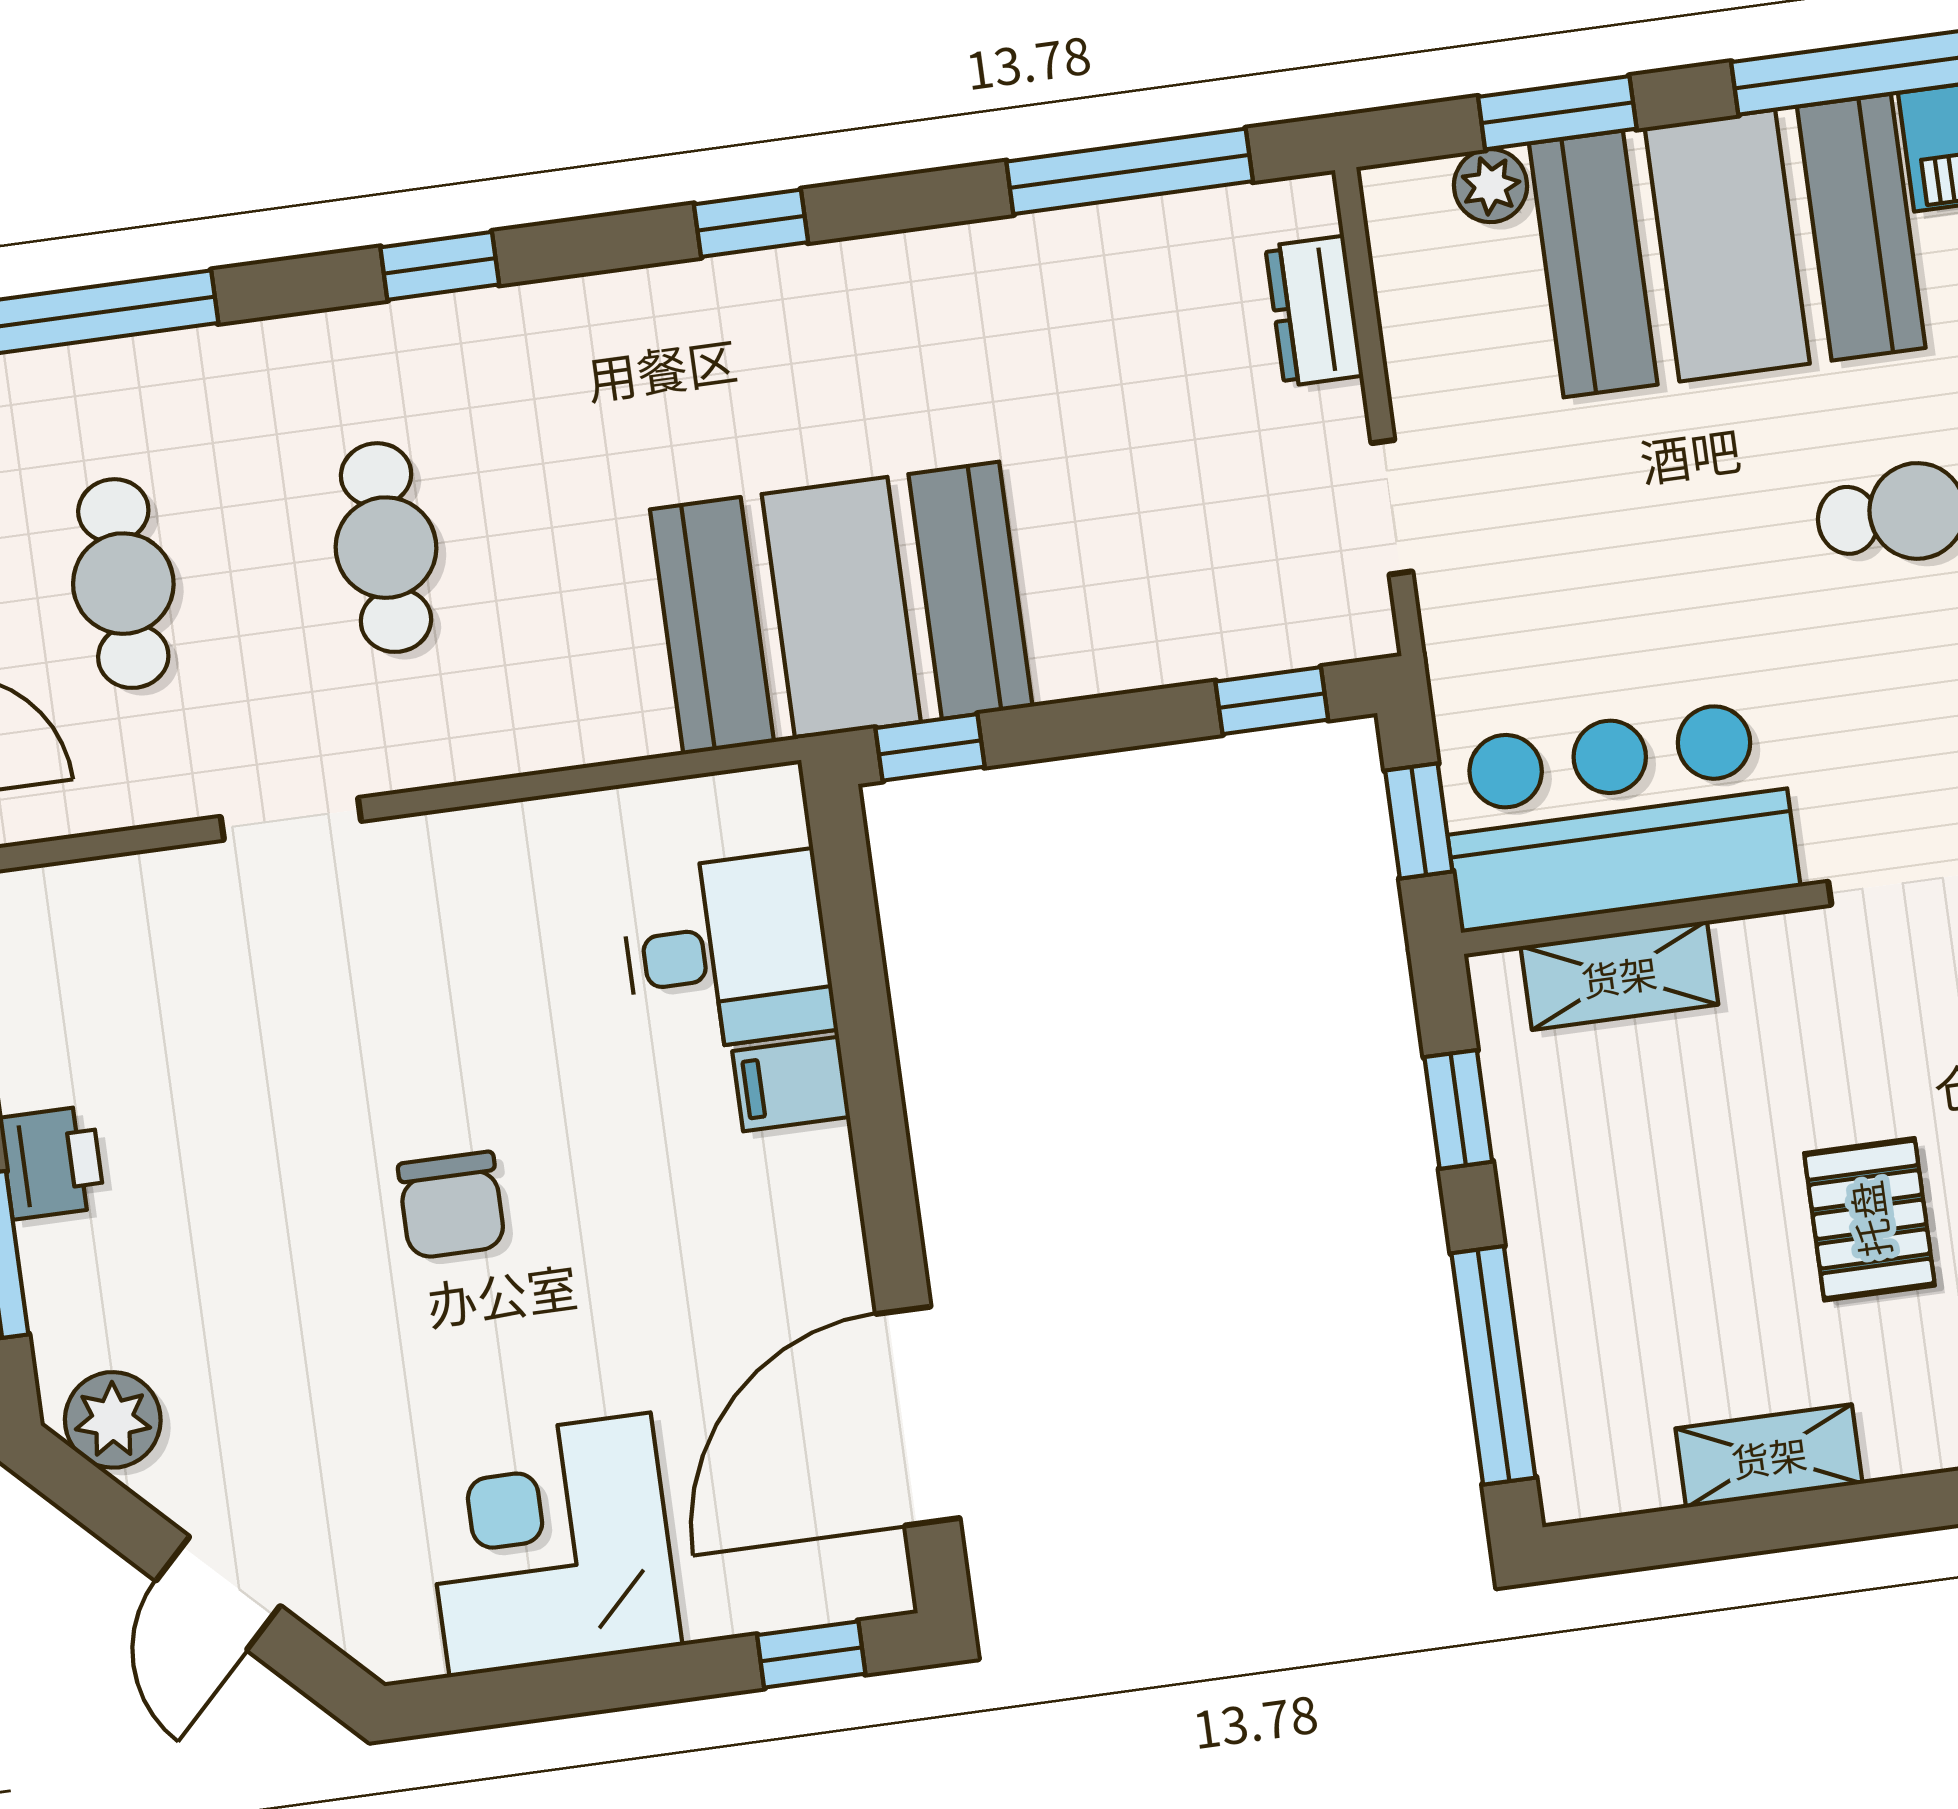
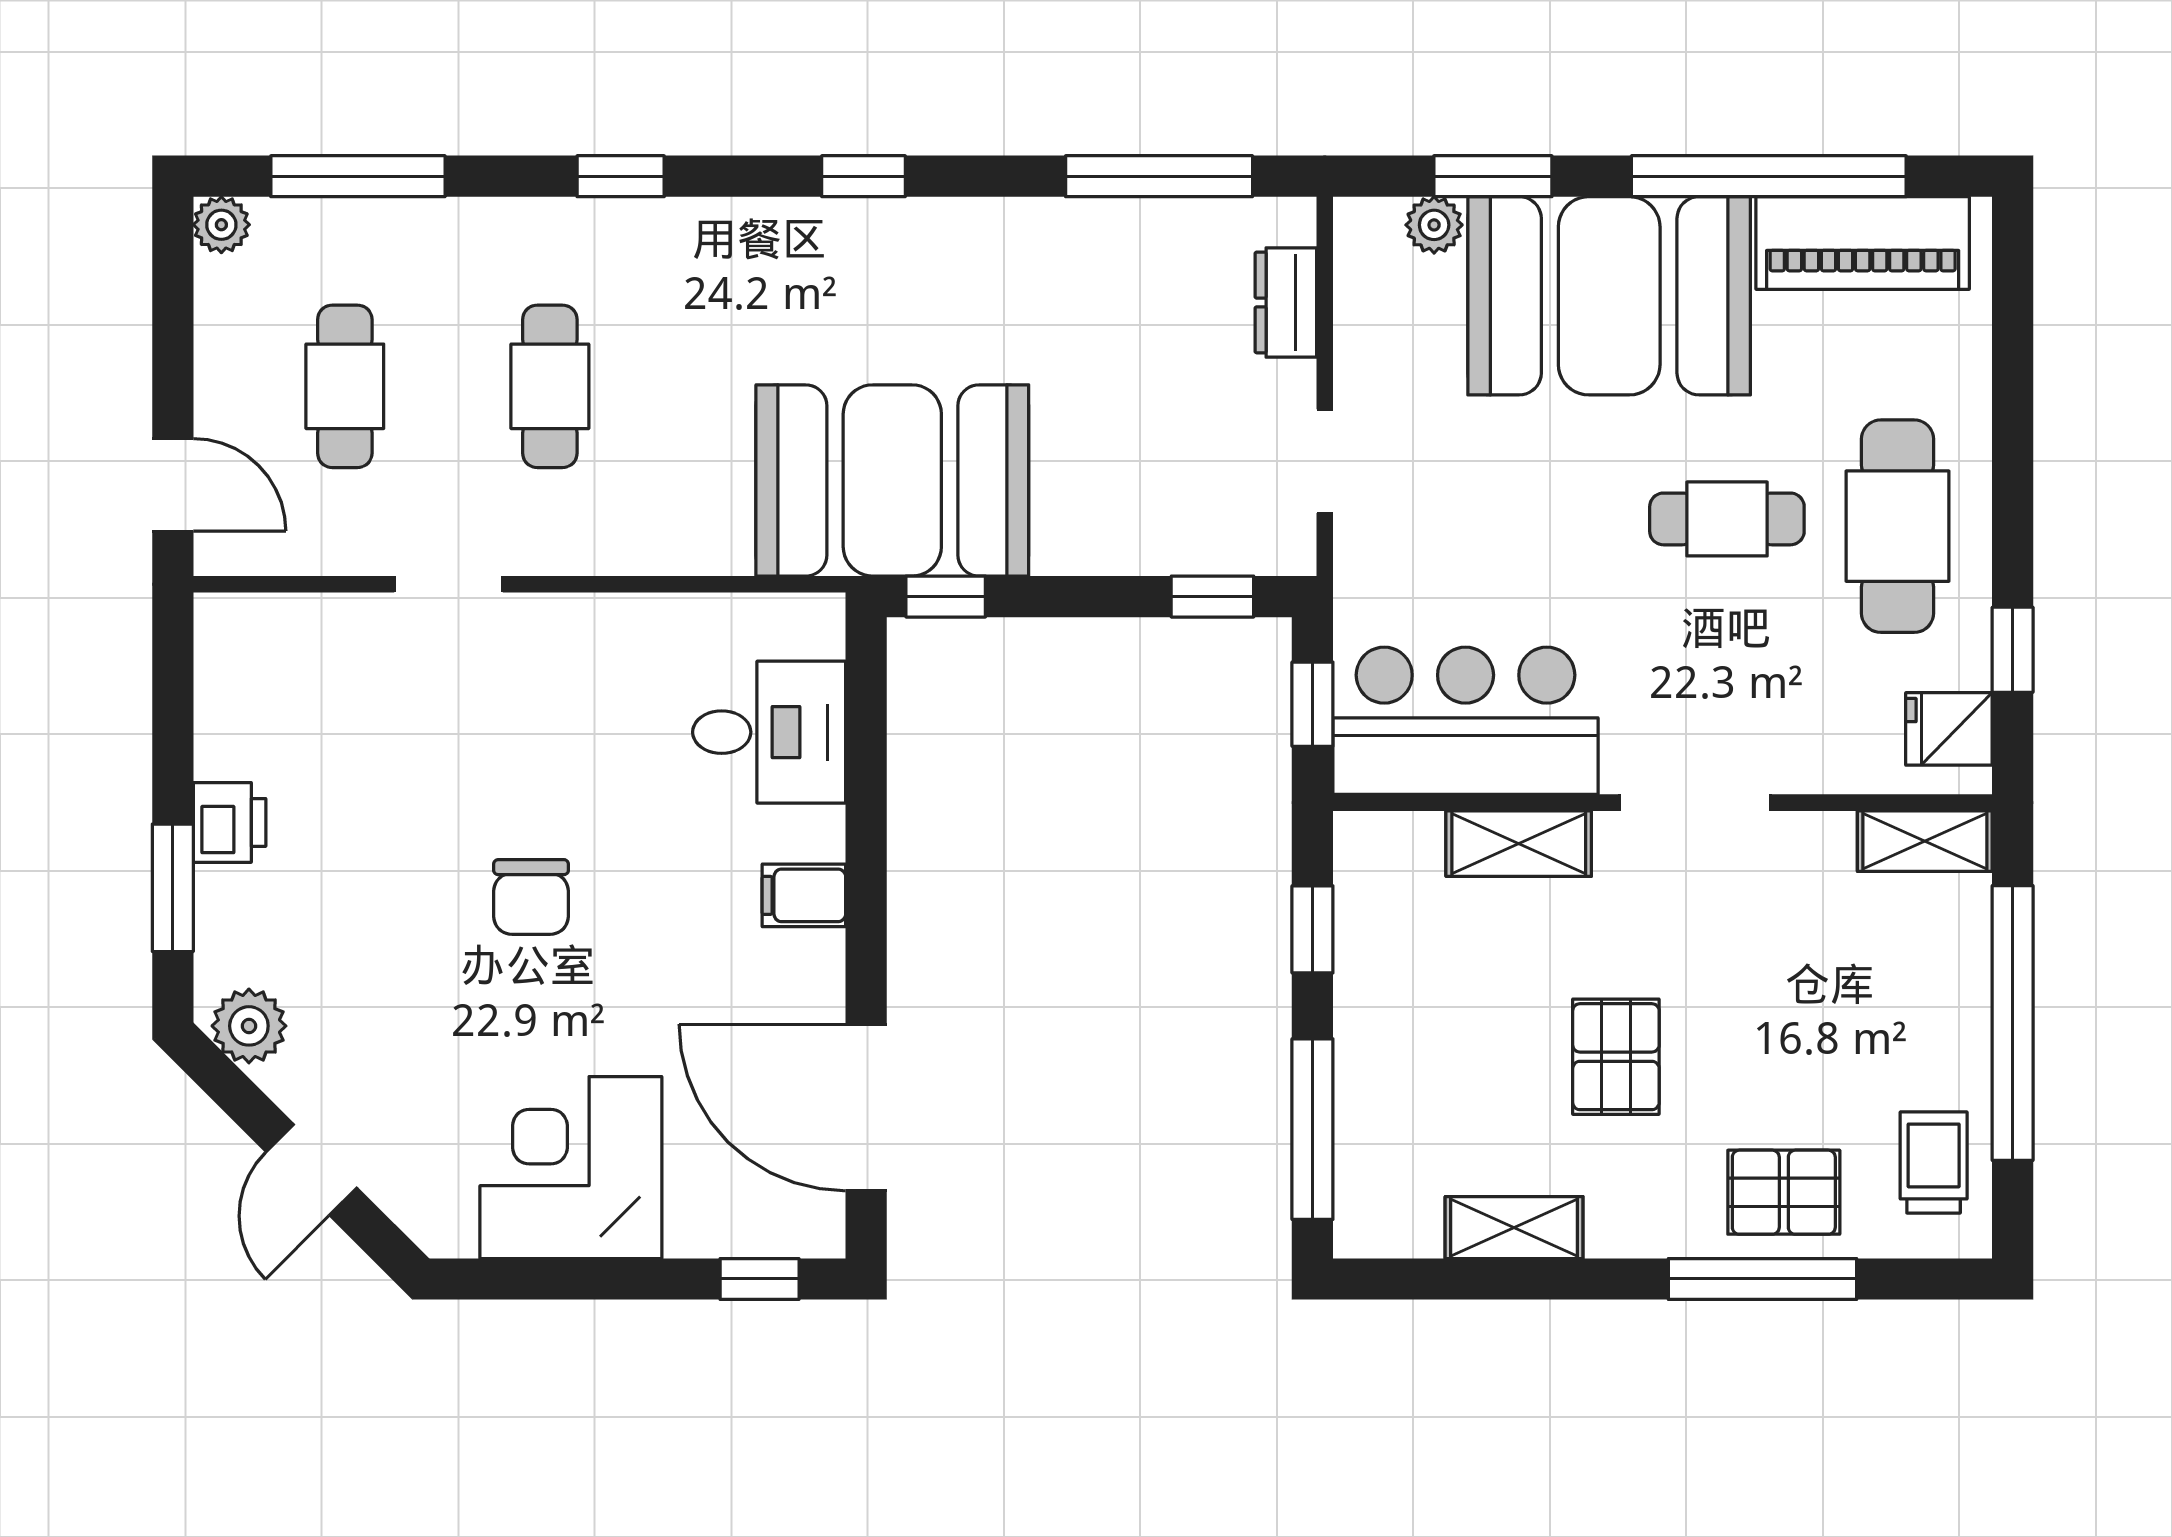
shelving: (1619, 975) -> (1519, 844), moved
filing cabinet: (791, 1084) -> (804, 895), moved
door: (918, 1416) -> (866, 1108), hinge flipped

